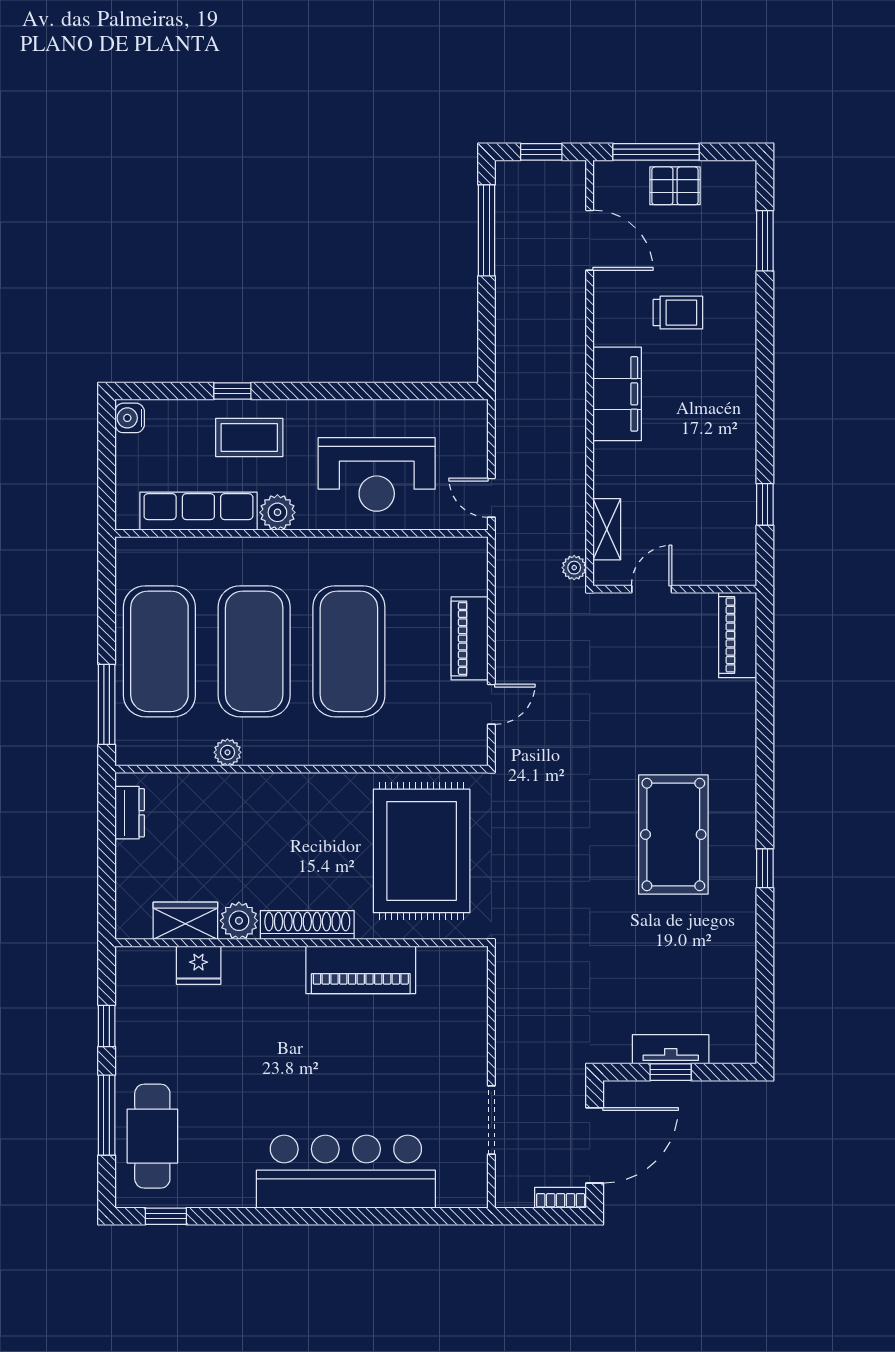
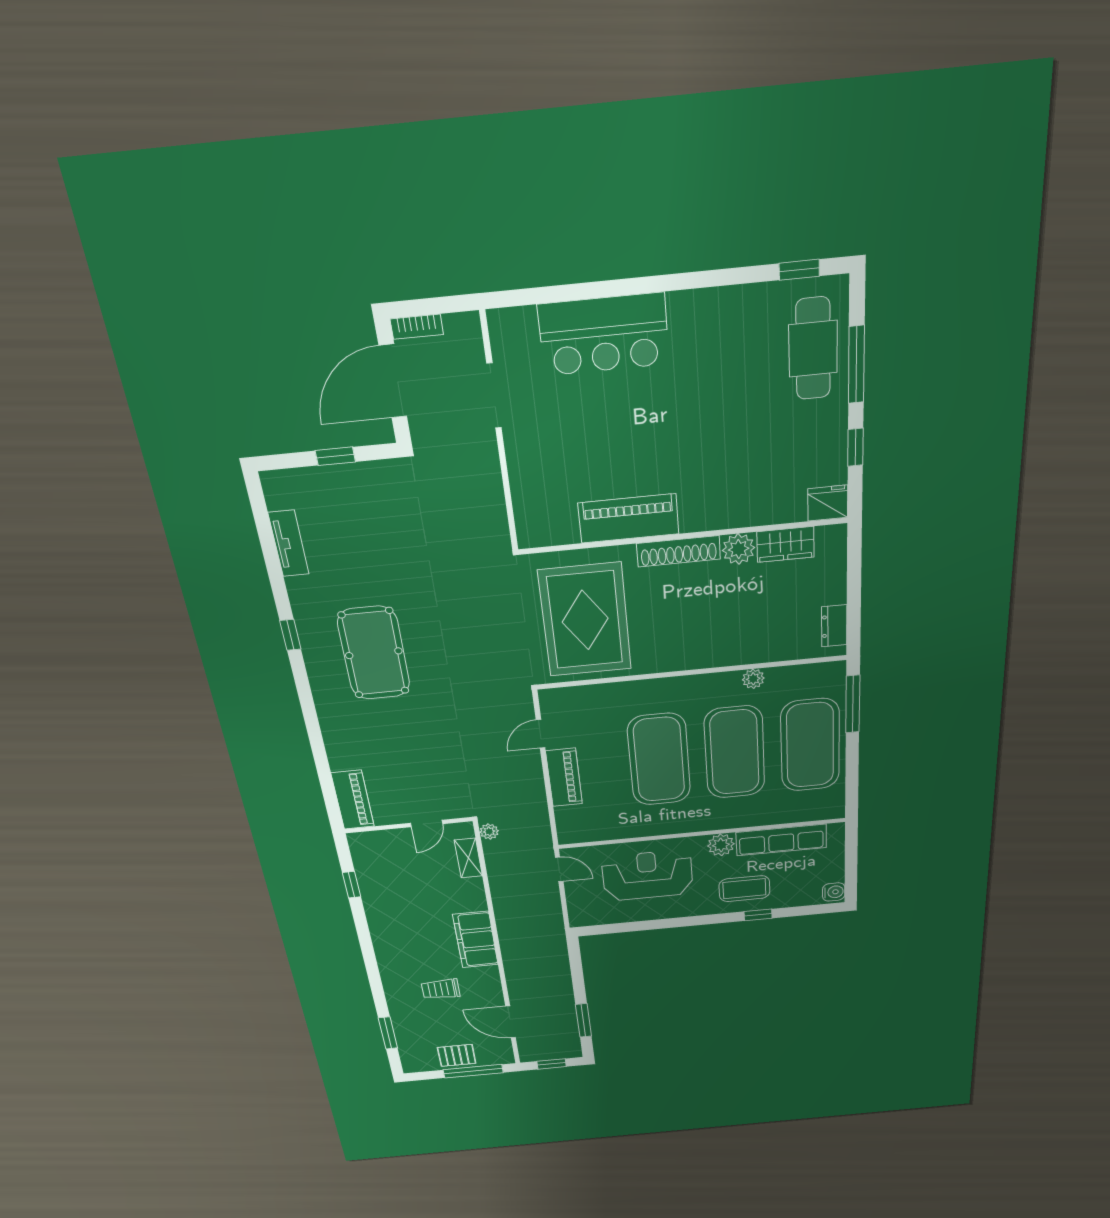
window: (487, 230) -> (583, 1020), width x0.69
fridge: (199, 965) -> (828, 503), moved
tv unit: (671, 1049) -> (289, 543), moved, turned -90
bar counter: (346, 1172) -> (604, 334), width x0.73

